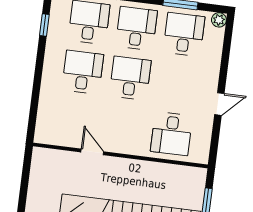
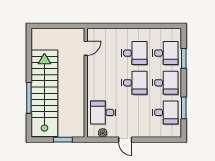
plant: (219, 20) -> (103, 133), moved
window: (44, 25) -> (160, 26), removed
door: (92, 152) -> (86, 48), moved

